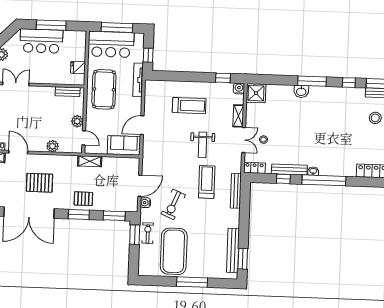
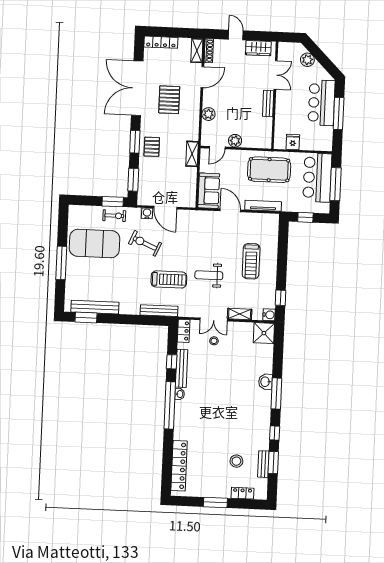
tv unit: (138, 80) -> (263, 206), moved
bench: (68, 92) -> (268, 104), moved

